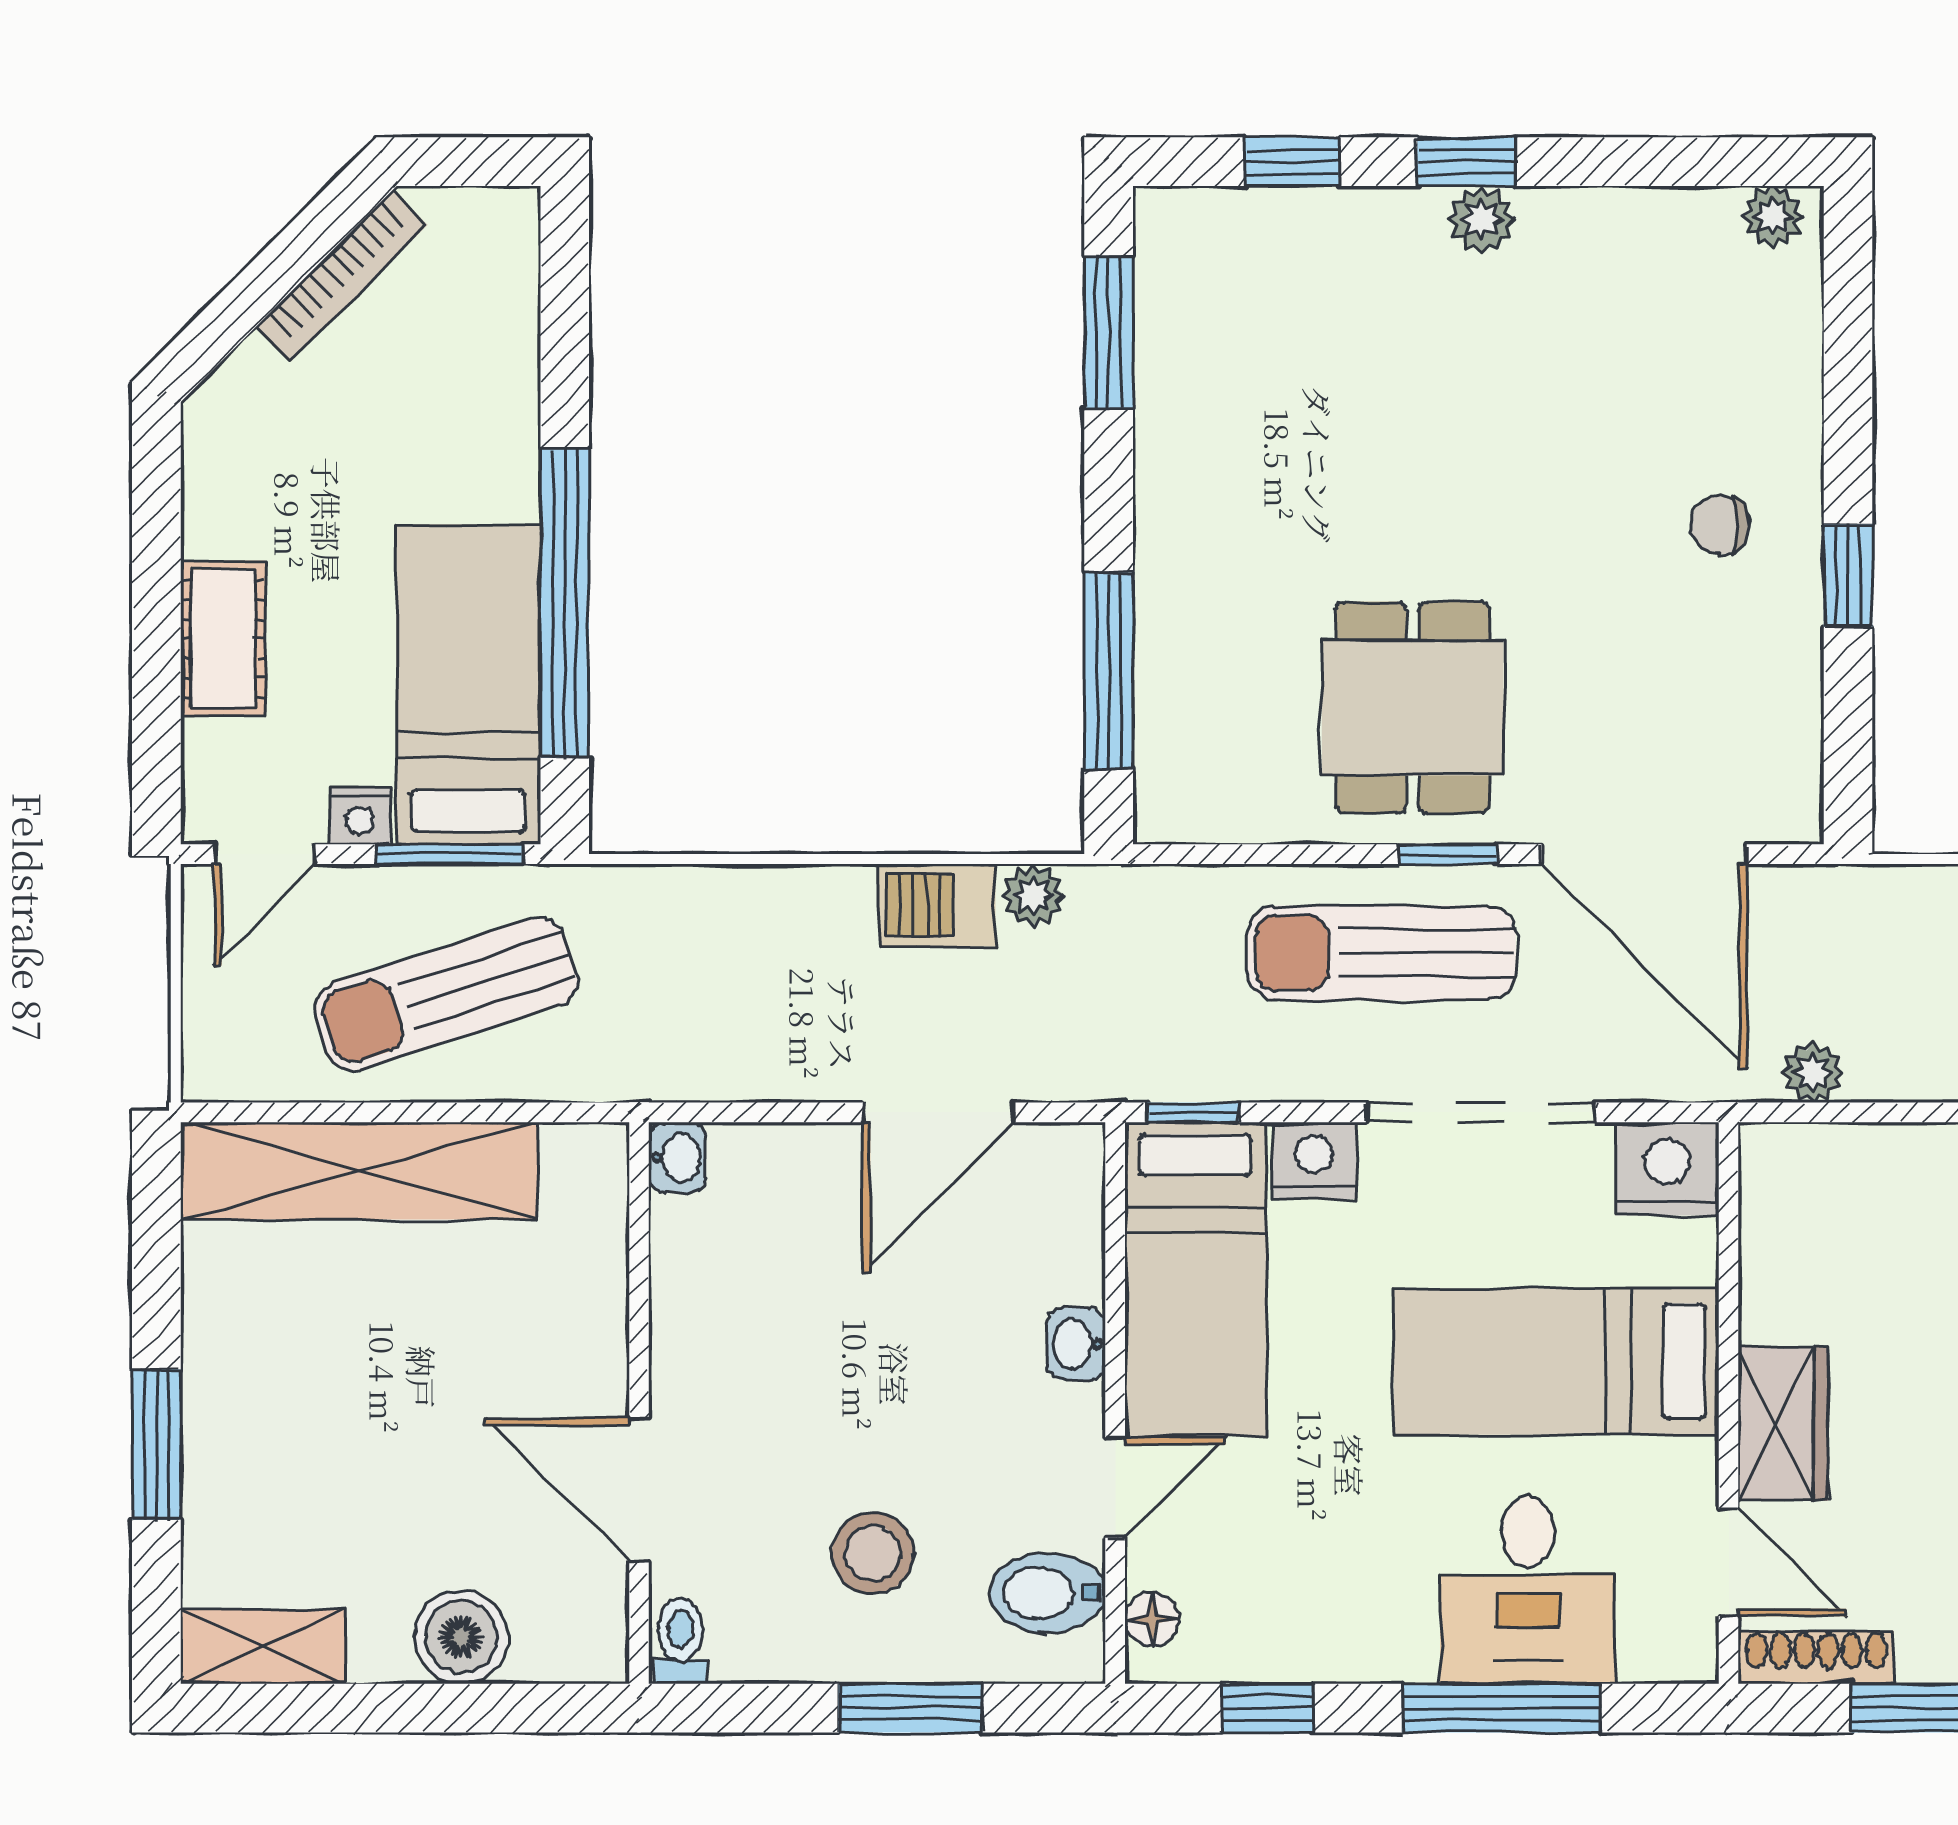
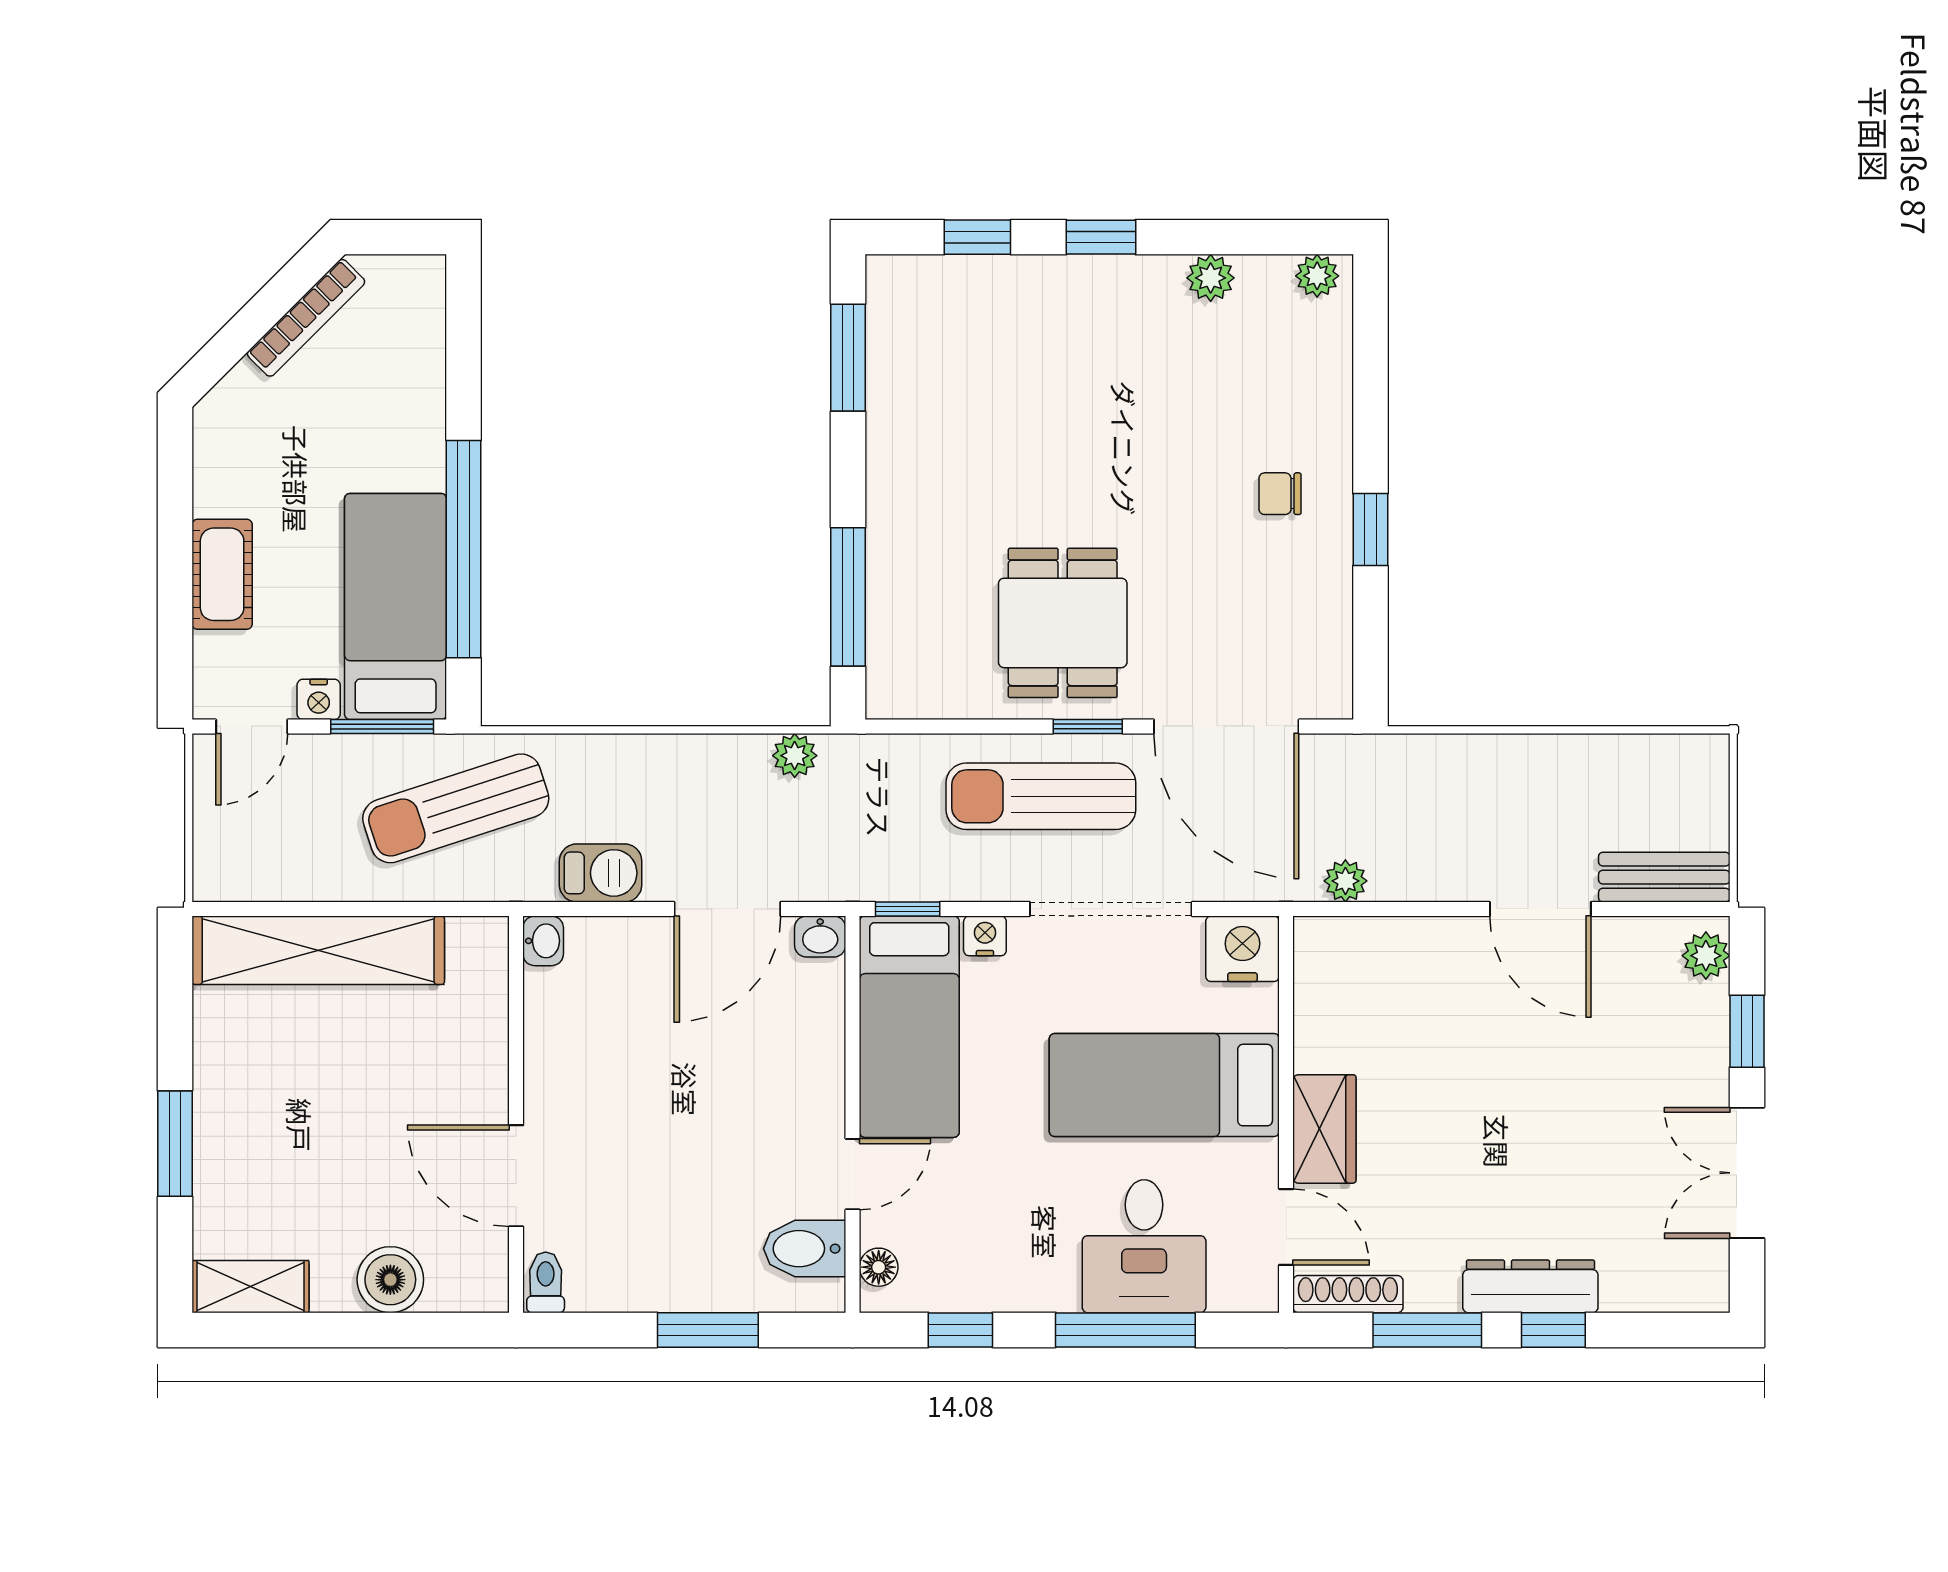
plant: (1481, 219) -> (1211, 278), moved
barbecue: (937, 905) -> (601, 873), moved, turned 180
sun lounger: (446, 994) -> (456, 808), moved
nightstand: (1314, 1161) -> (985, 936), width x0.72, depth x0.74
washbasin: (1076, 1344) -> (820, 937), moved, turned -90
stool: (873, 1553) -> (681, 1220), removed

